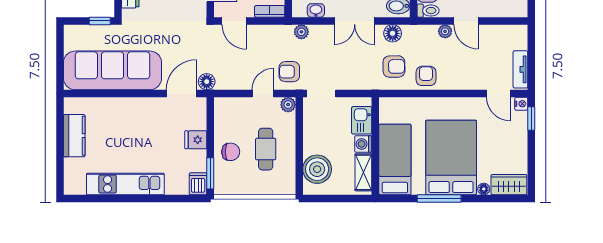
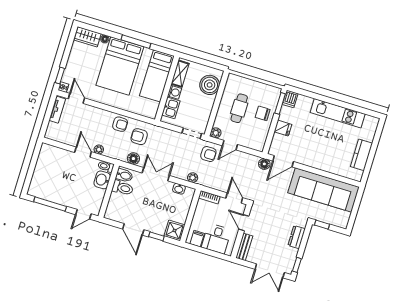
armchair: (426, 76) -> (120, 124), turned -90

